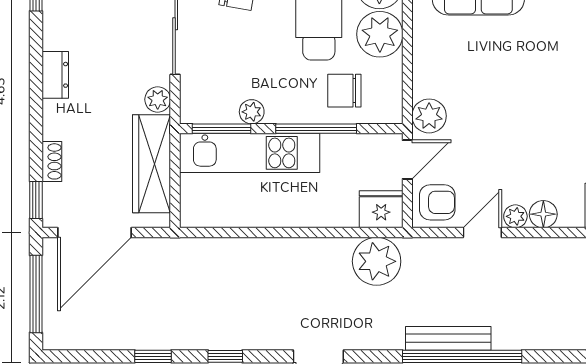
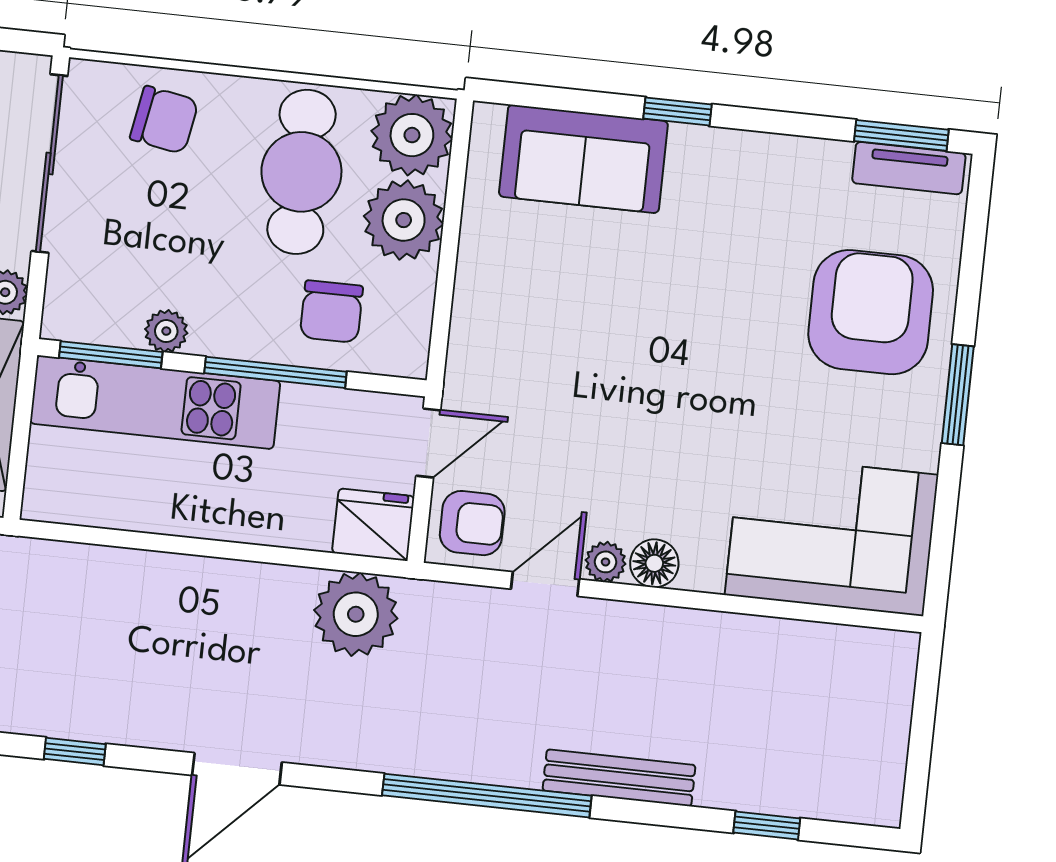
chair: (344, 91) -> (331, 312), turned -90
plant: (429, 116) -> (474, 371), removed
bench: (448, 338) -> (619, 778), moved

